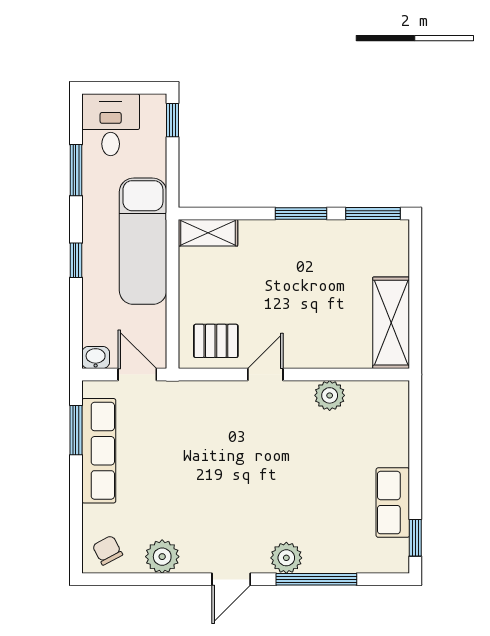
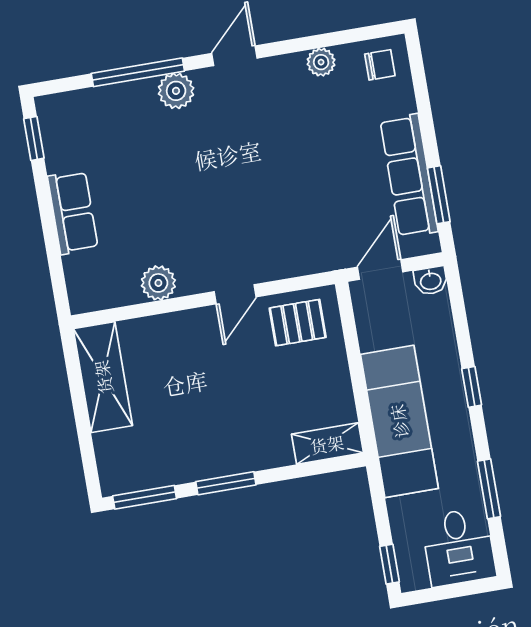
door: (137, 375) -> (380, 269), swing flipped
row of seats: (393, 503) -> (73, 212), moved
chair: (107, 550) -> (380, 65), turned -62
plant: (162, 557) -> (321, 62), width x0.73, depth x0.73

